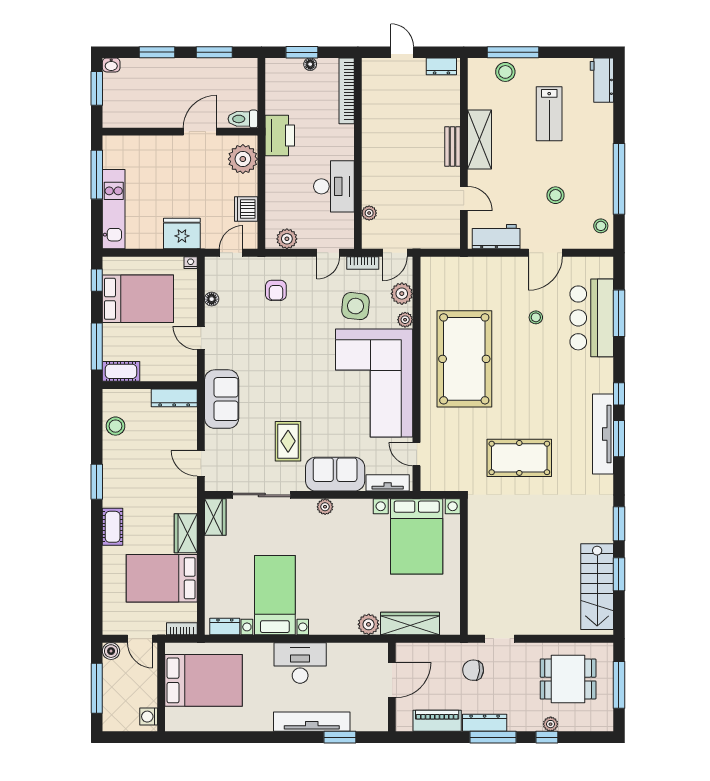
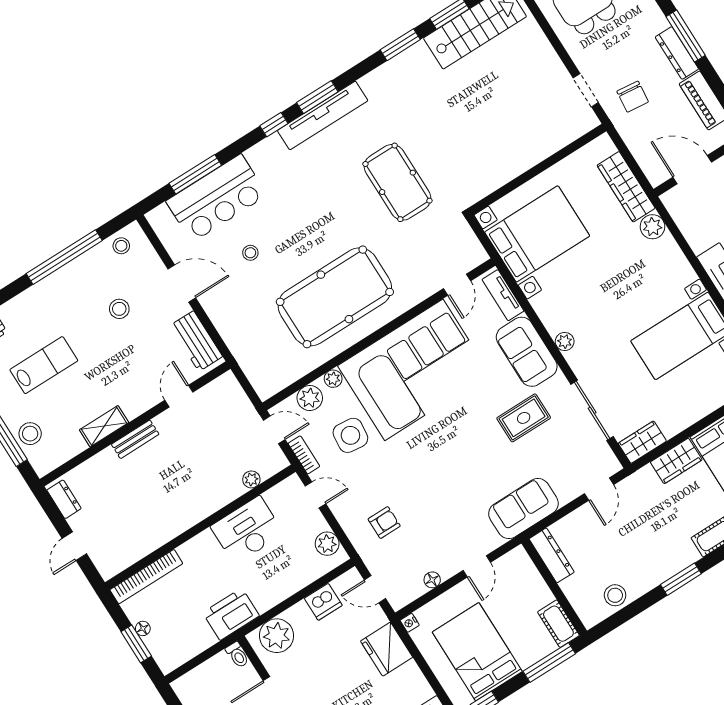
toilet: (243, 119) -> (237, 655), width x0.73, depth x0.72
shelving: (479, 140) -> (104, 426), width x0.67, depth x0.75

